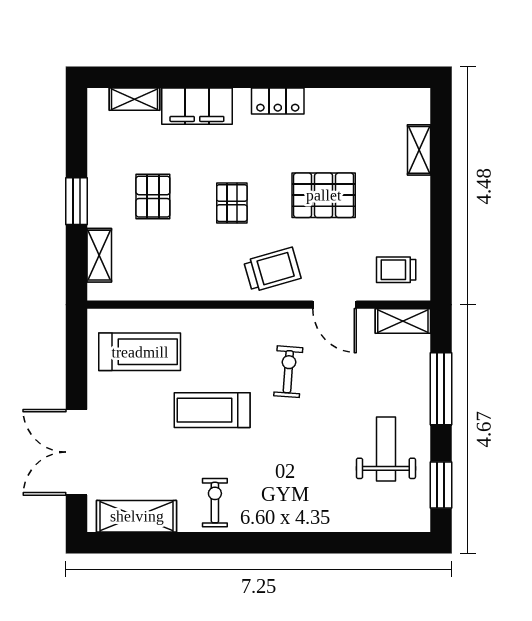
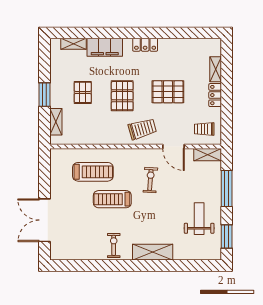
locker: (418, 202) -> (215, 95), added
pallet: (232, 203) -> (122, 96), width x1.50, depth x1.42
treadmill: (140, 352) -> (93, 172), moved
shelving: (137, 516) -> (153, 252), moved

